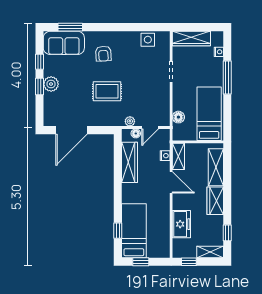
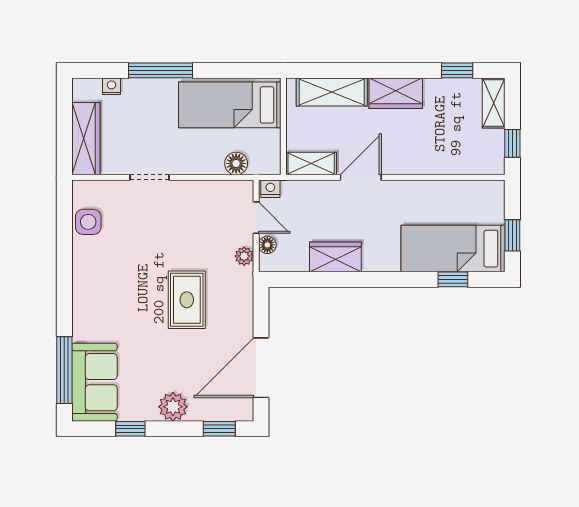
window: (70, 27) -> (64, 370), width x1.44
armchair: (103, 54) -> (115, 307), removed
window: (39, 86) -> (219, 429), moved
door: (71, 130) -> (261, 368), swing flipped
nightstand: (165, 156) -> (270, 189), moved
wardrobe: (129, 162) -> (335, 257), width x0.67
freezer: (181, 224) -> (440, 158), removed

